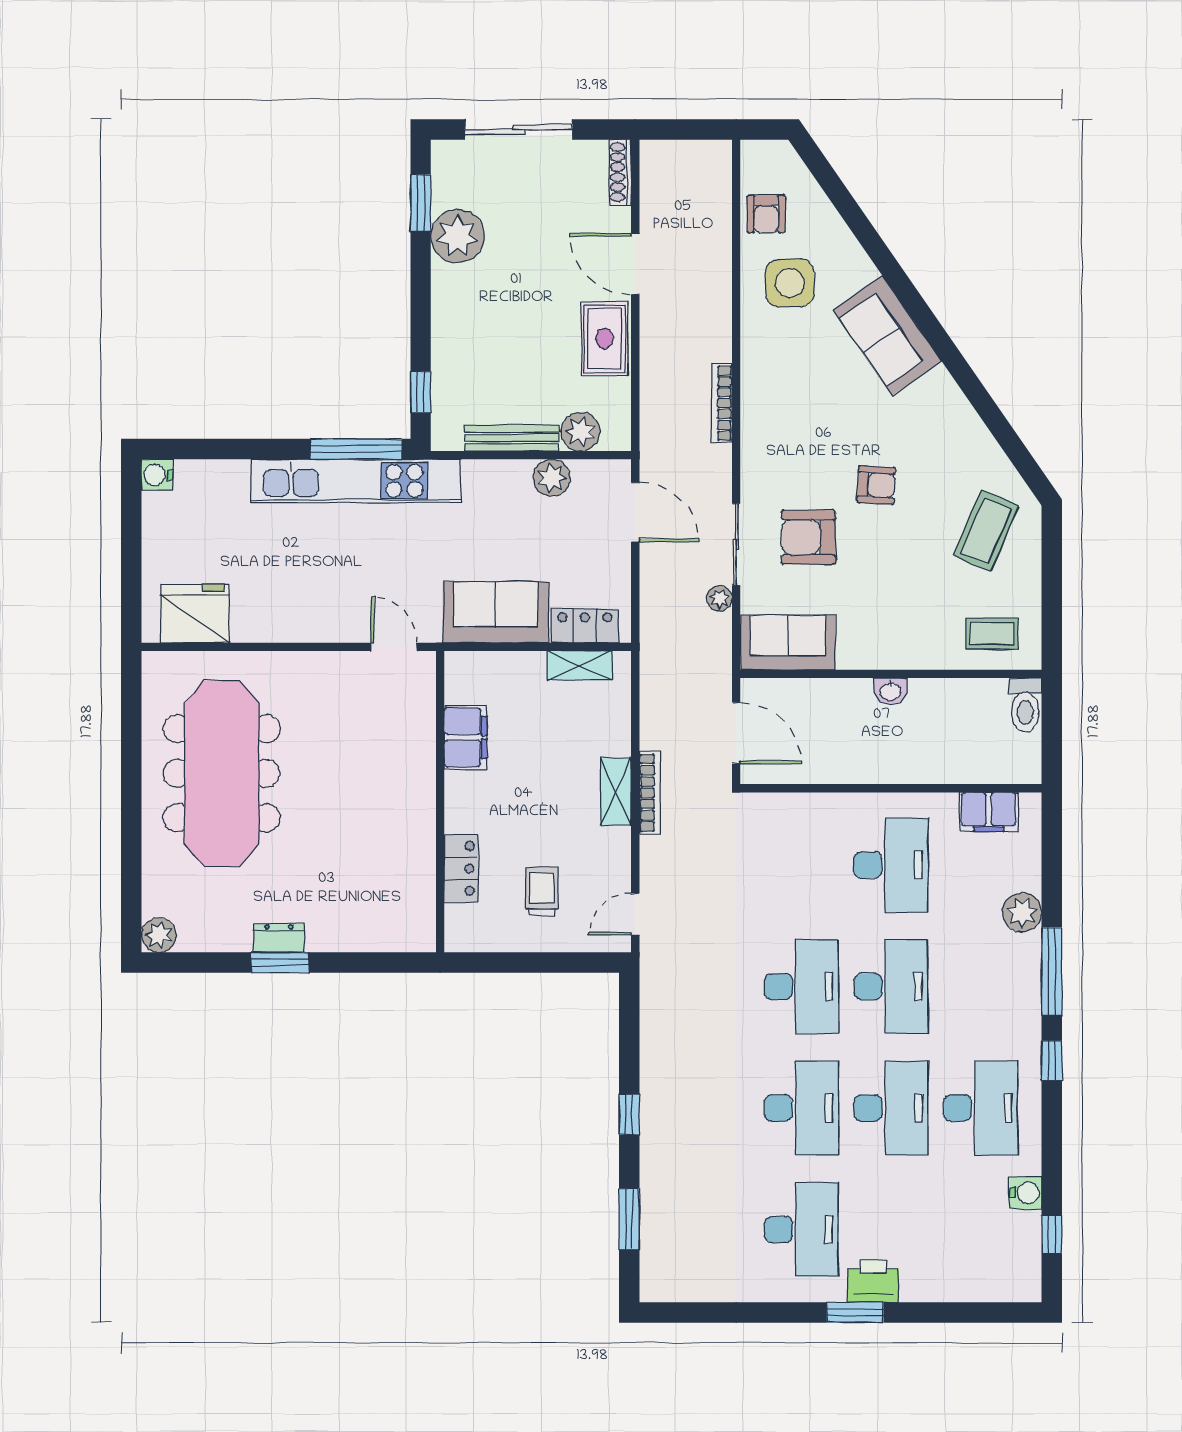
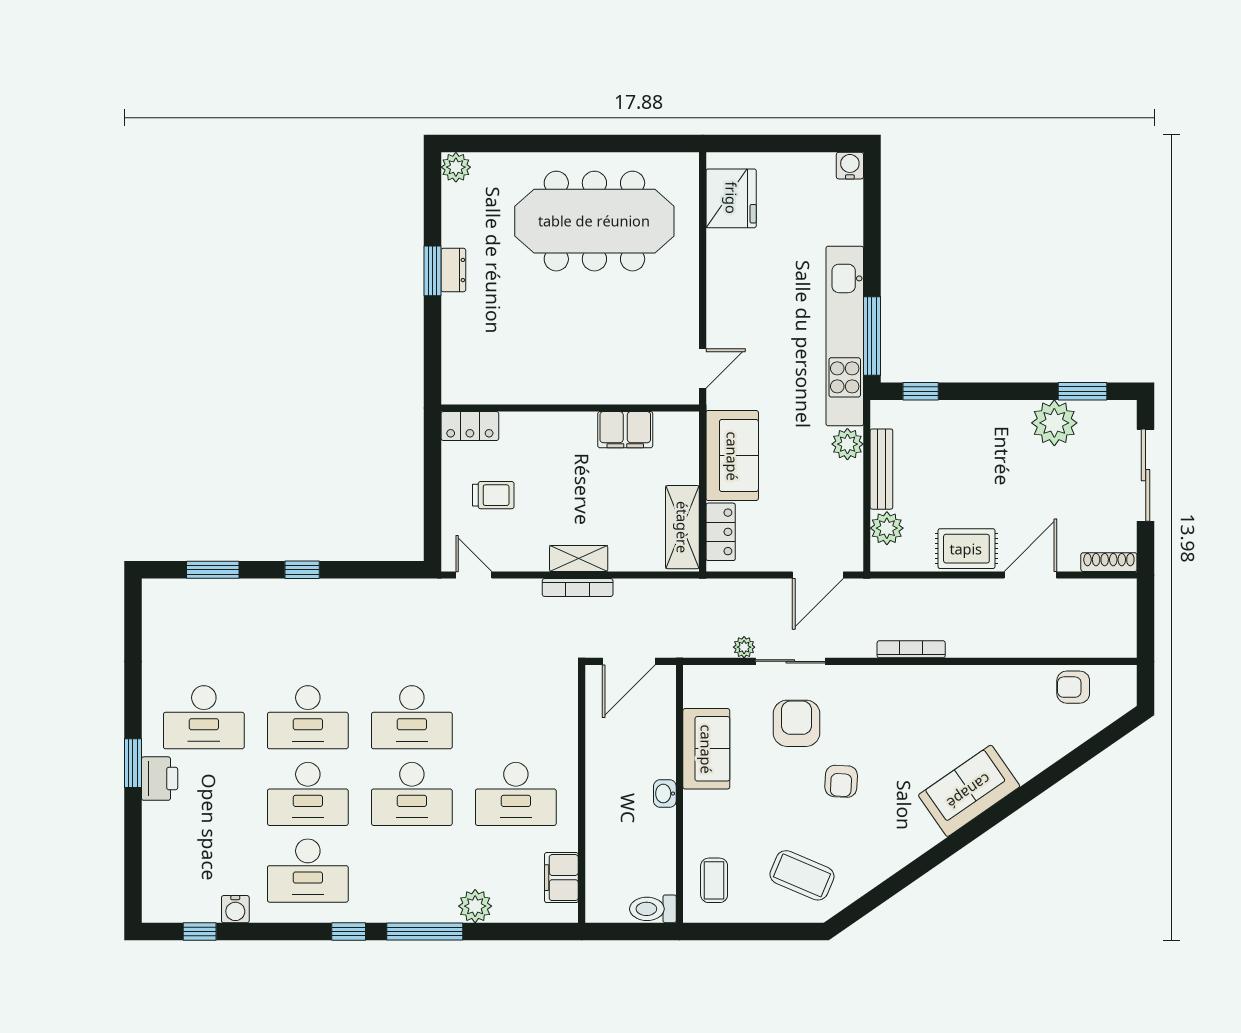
side table: (790, 283) -> (1014, 707), removed
plant: (552, 478) -> (847, 444), moved
sofa: (788, 643) -> (706, 749), moved
shelving: (579, 666) -> (682, 527), width x1.50, depth x1.33
locker: (461, 868) -> (470, 426), moved

